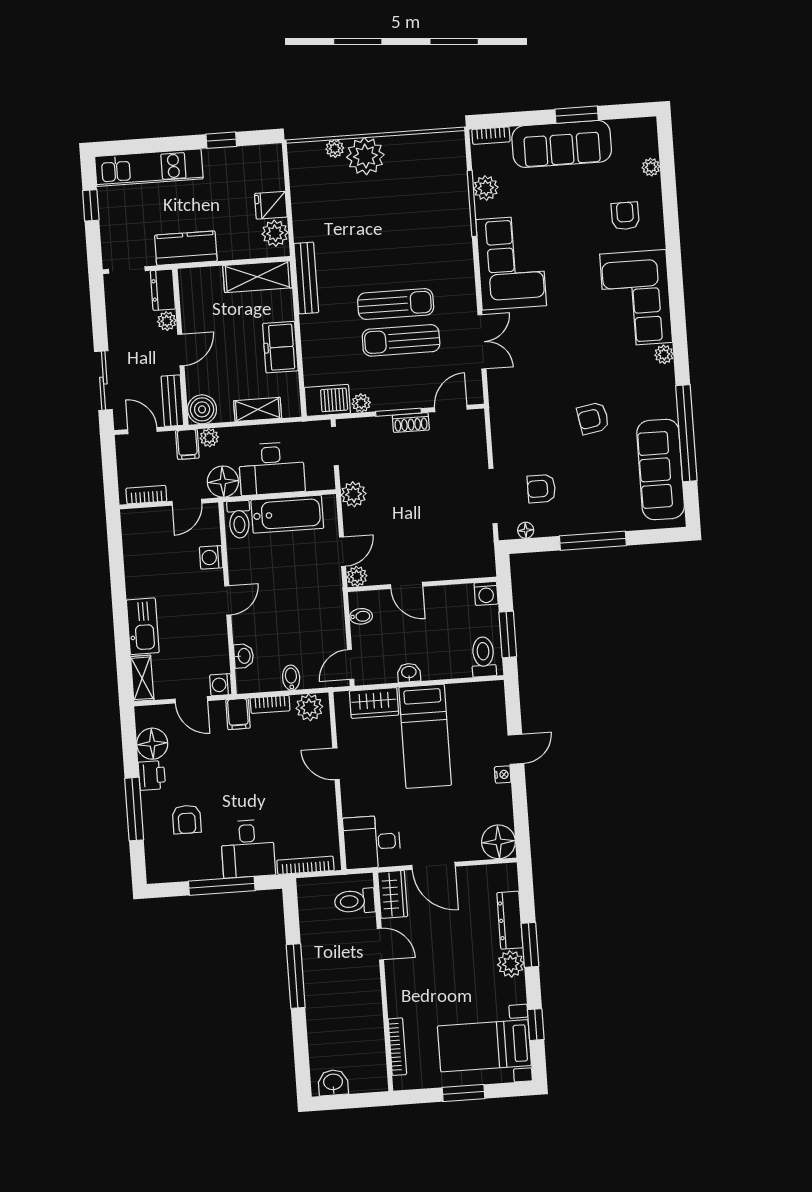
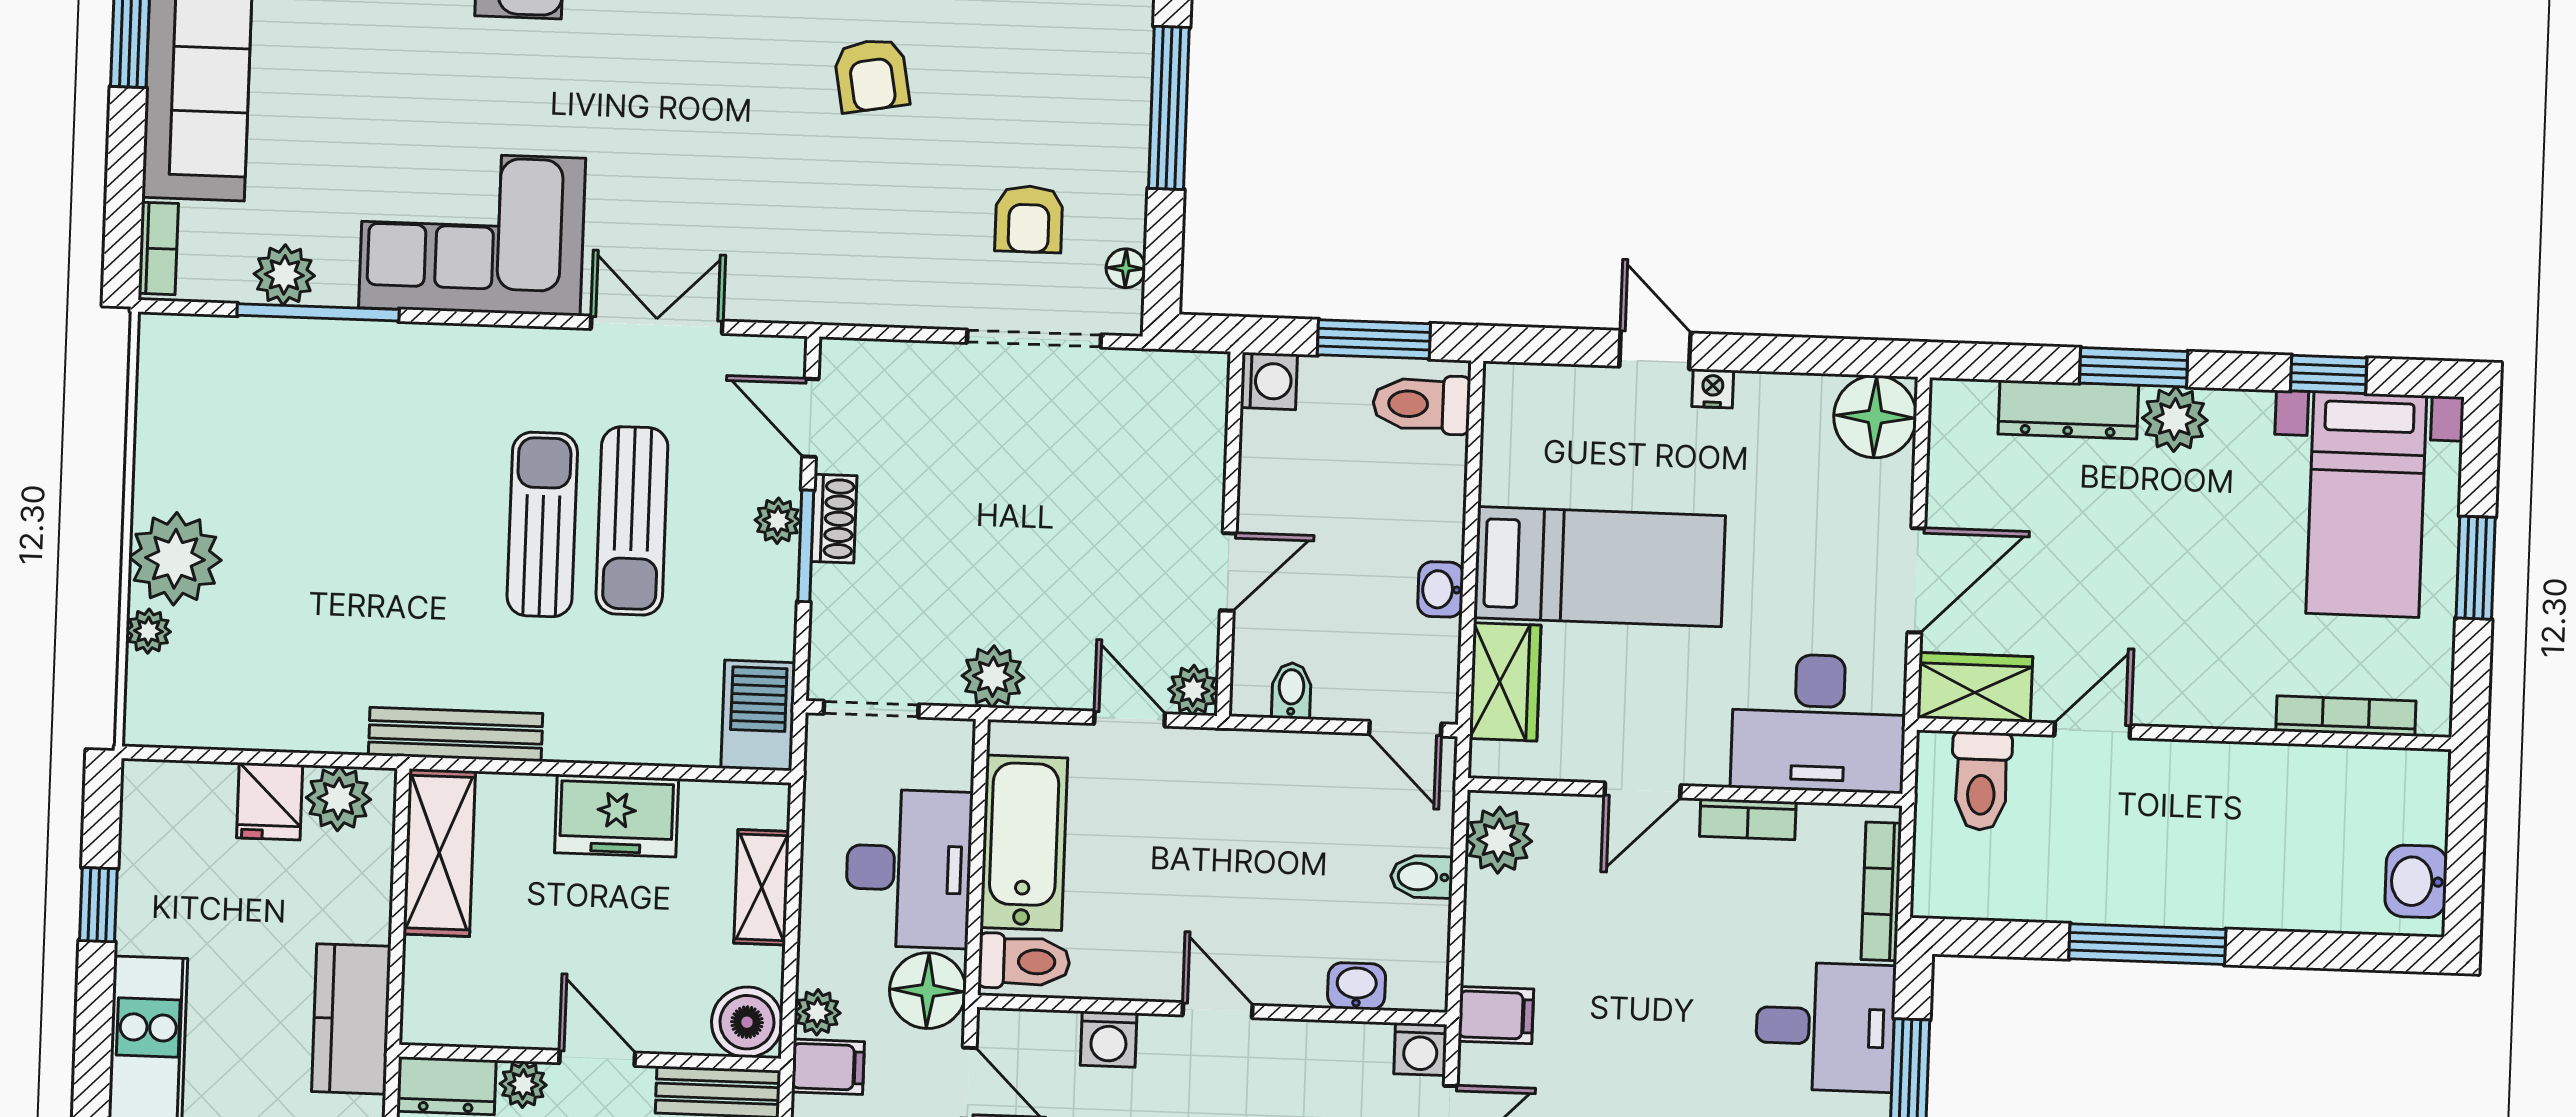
plant: (361, 403) -> (778, 521), moved
bookcase: (270, 704) -> (1748, 819), moved, turned 90
desk: (372, 842) -> (1819, 723), width x1.37

